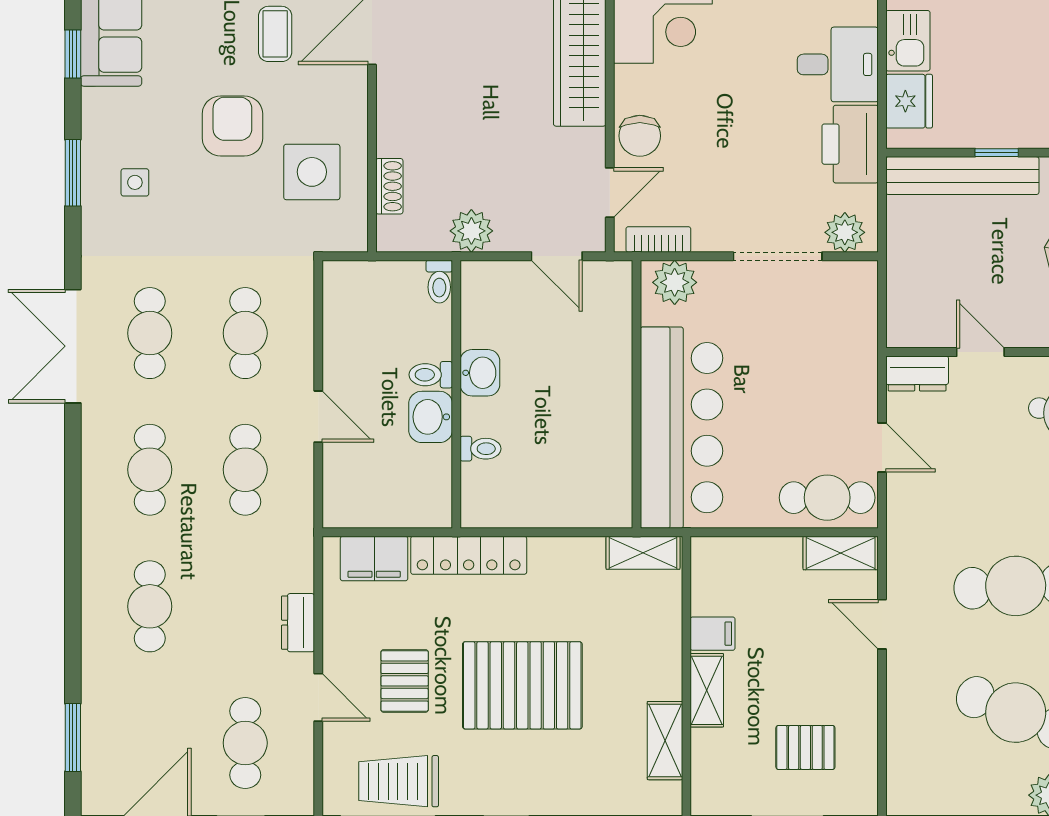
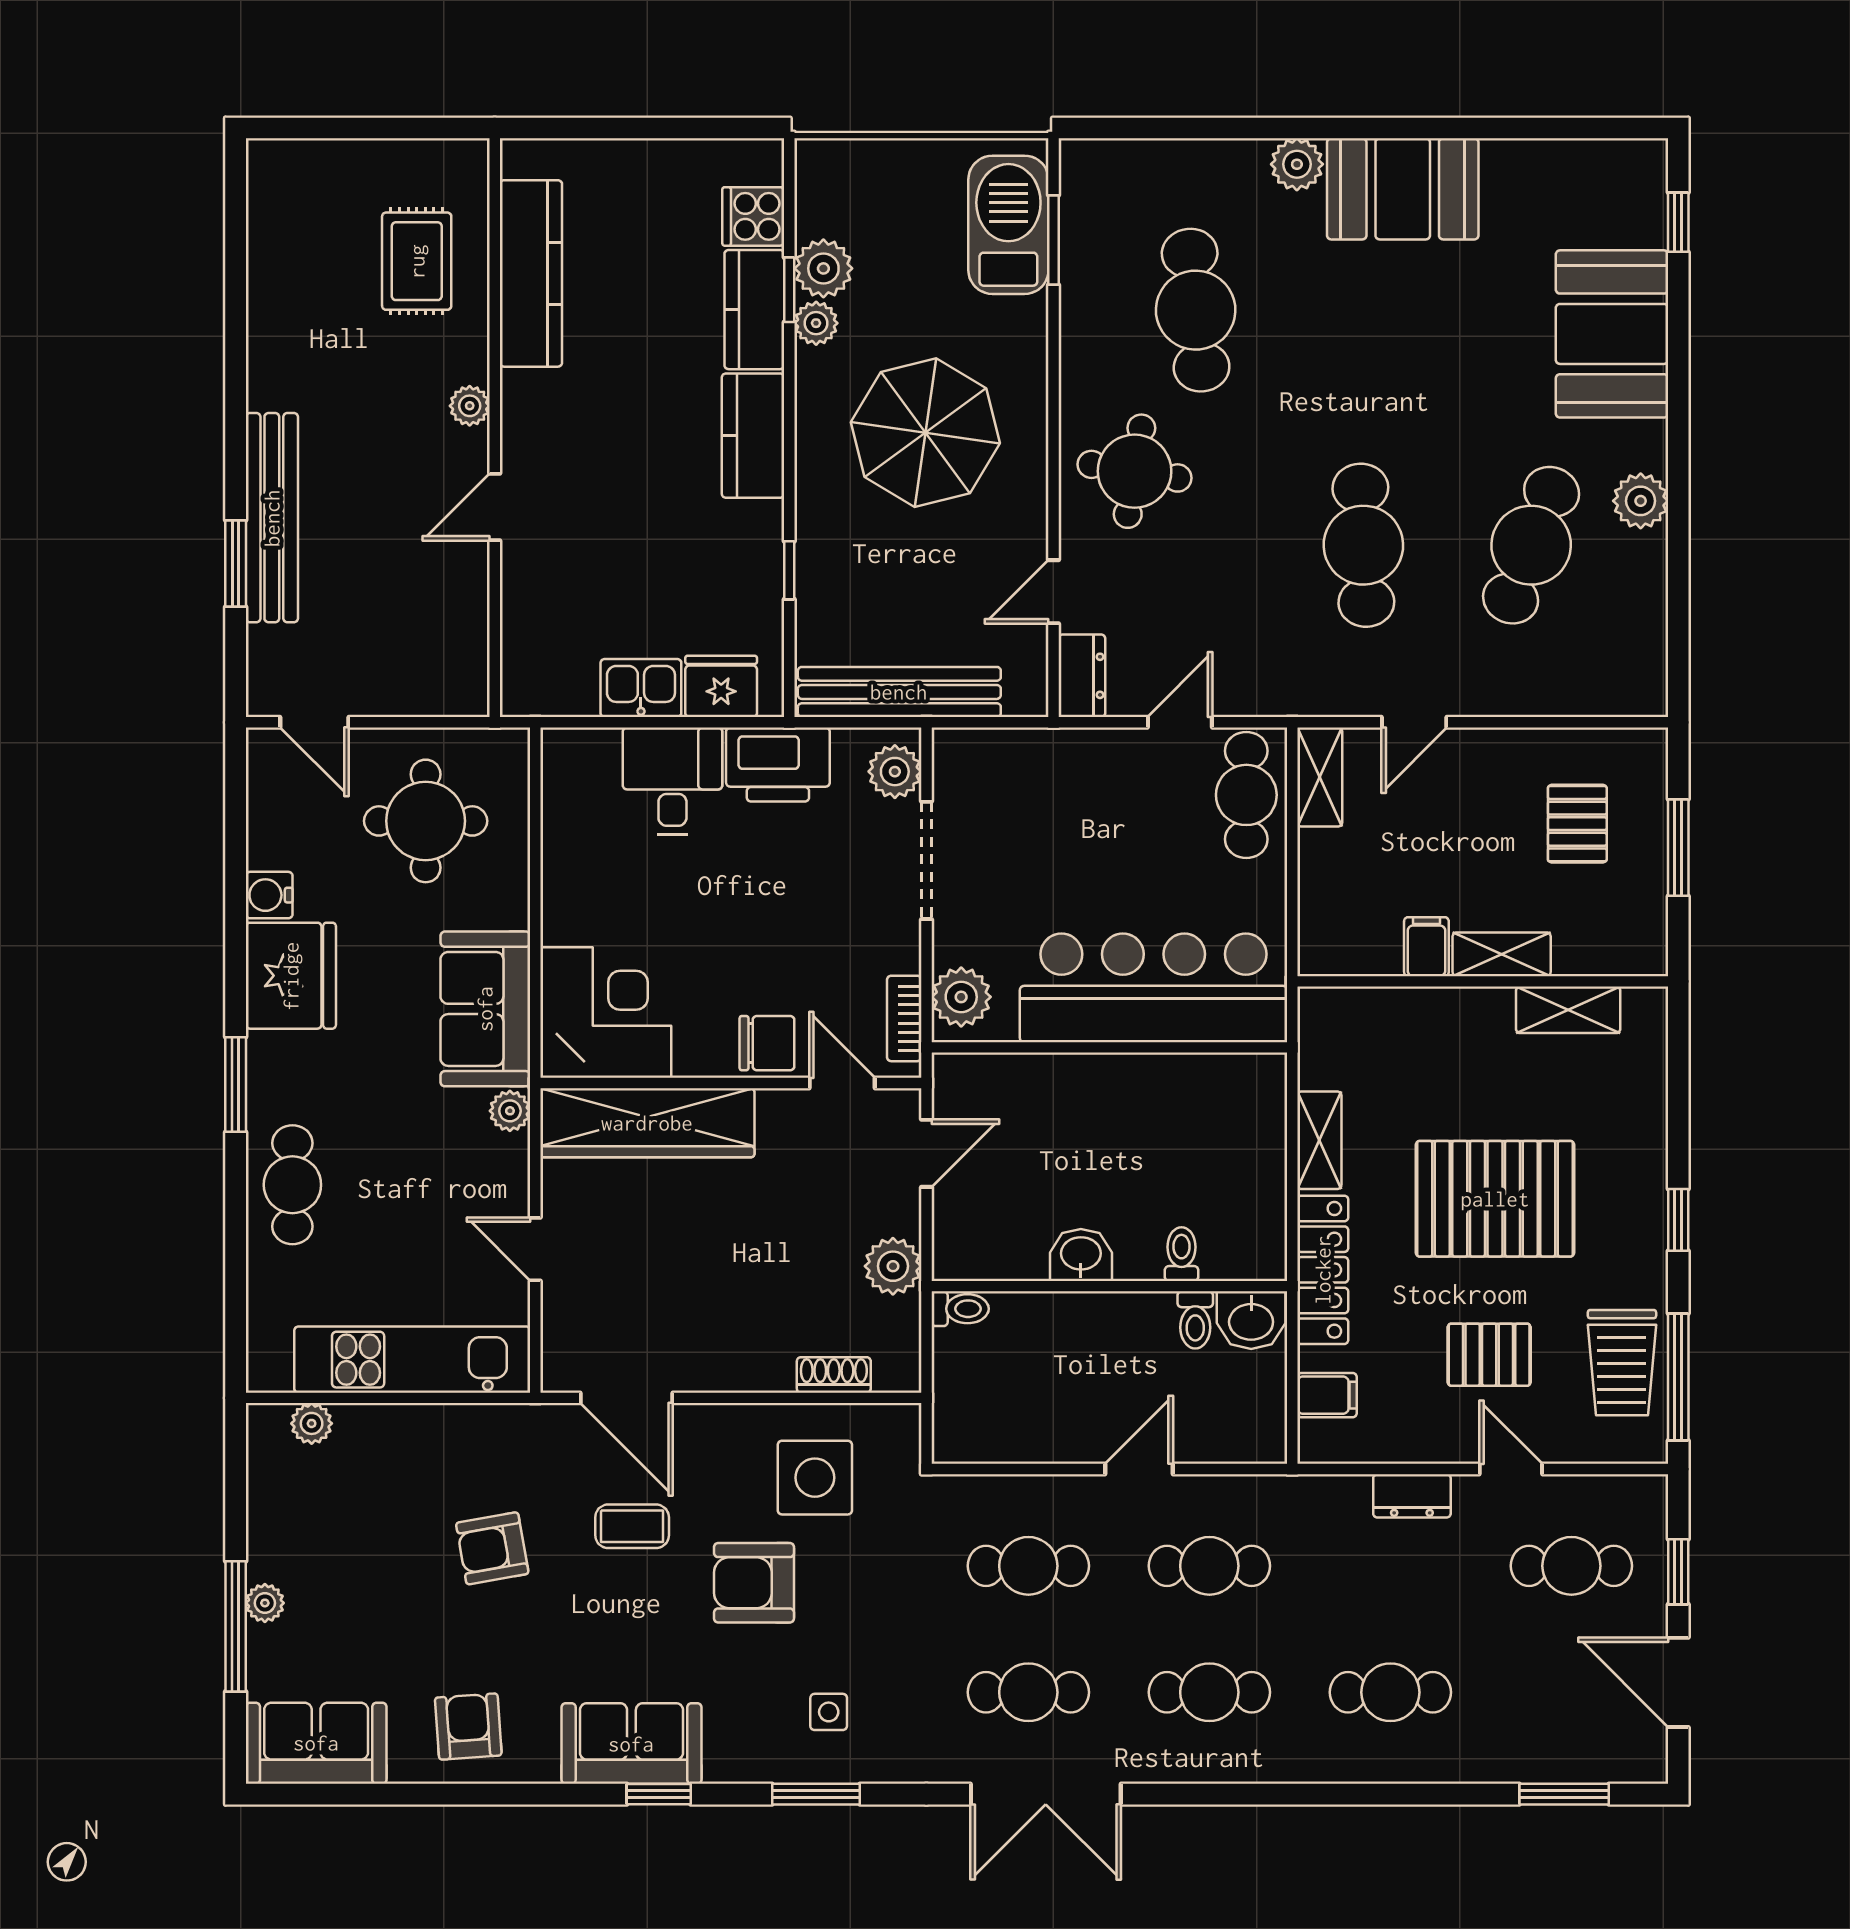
bench: (962, 176) -> (899, 692), moved, turned 90
toilet: (431, 375) -> (1195, 1320), moved
washbasin: (431, 417) -> (1251, 1320), moved
shelving: (643, 553) -> (1319, 1140), moved
filing cabinet: (374, 559) -> (1327, 1395), width x0.50
pallet: (522, 685) -> (1495, 1199), turned 90
door: (318, 697) -> (1511, 1469), hinge flipped

